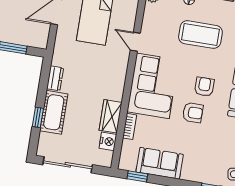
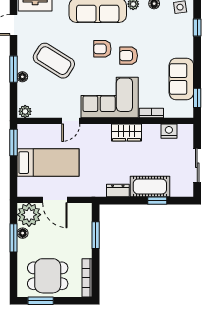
coffee table: (200, 35) -> (54, 61), turned -58
armchair: (193, 113) -> (129, 56), turned -90
wardrobe: (111, 116) -> (127, 132), moved
sliding door: (68, 165) -> (197, 165), width x0.73

